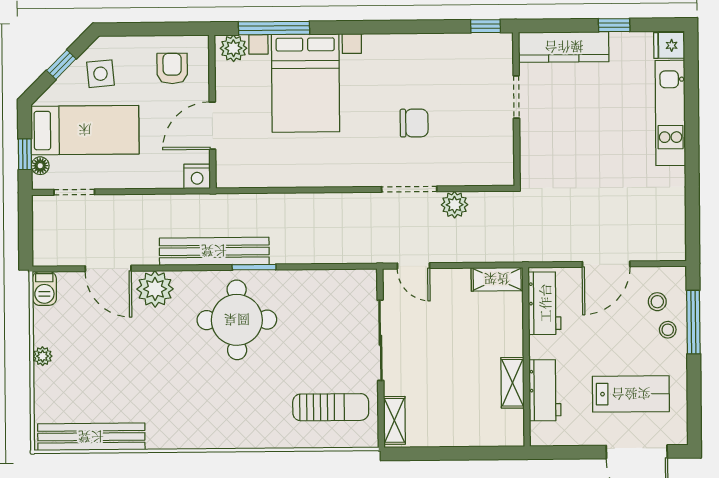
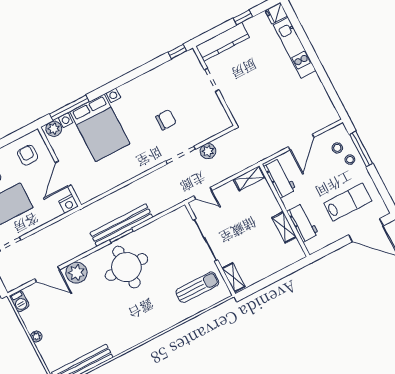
bench: (214, 251) -> (121, 225), moved

